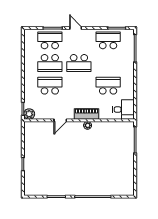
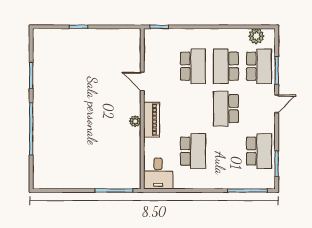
plant: (29, 114) -> (256, 36), moved

